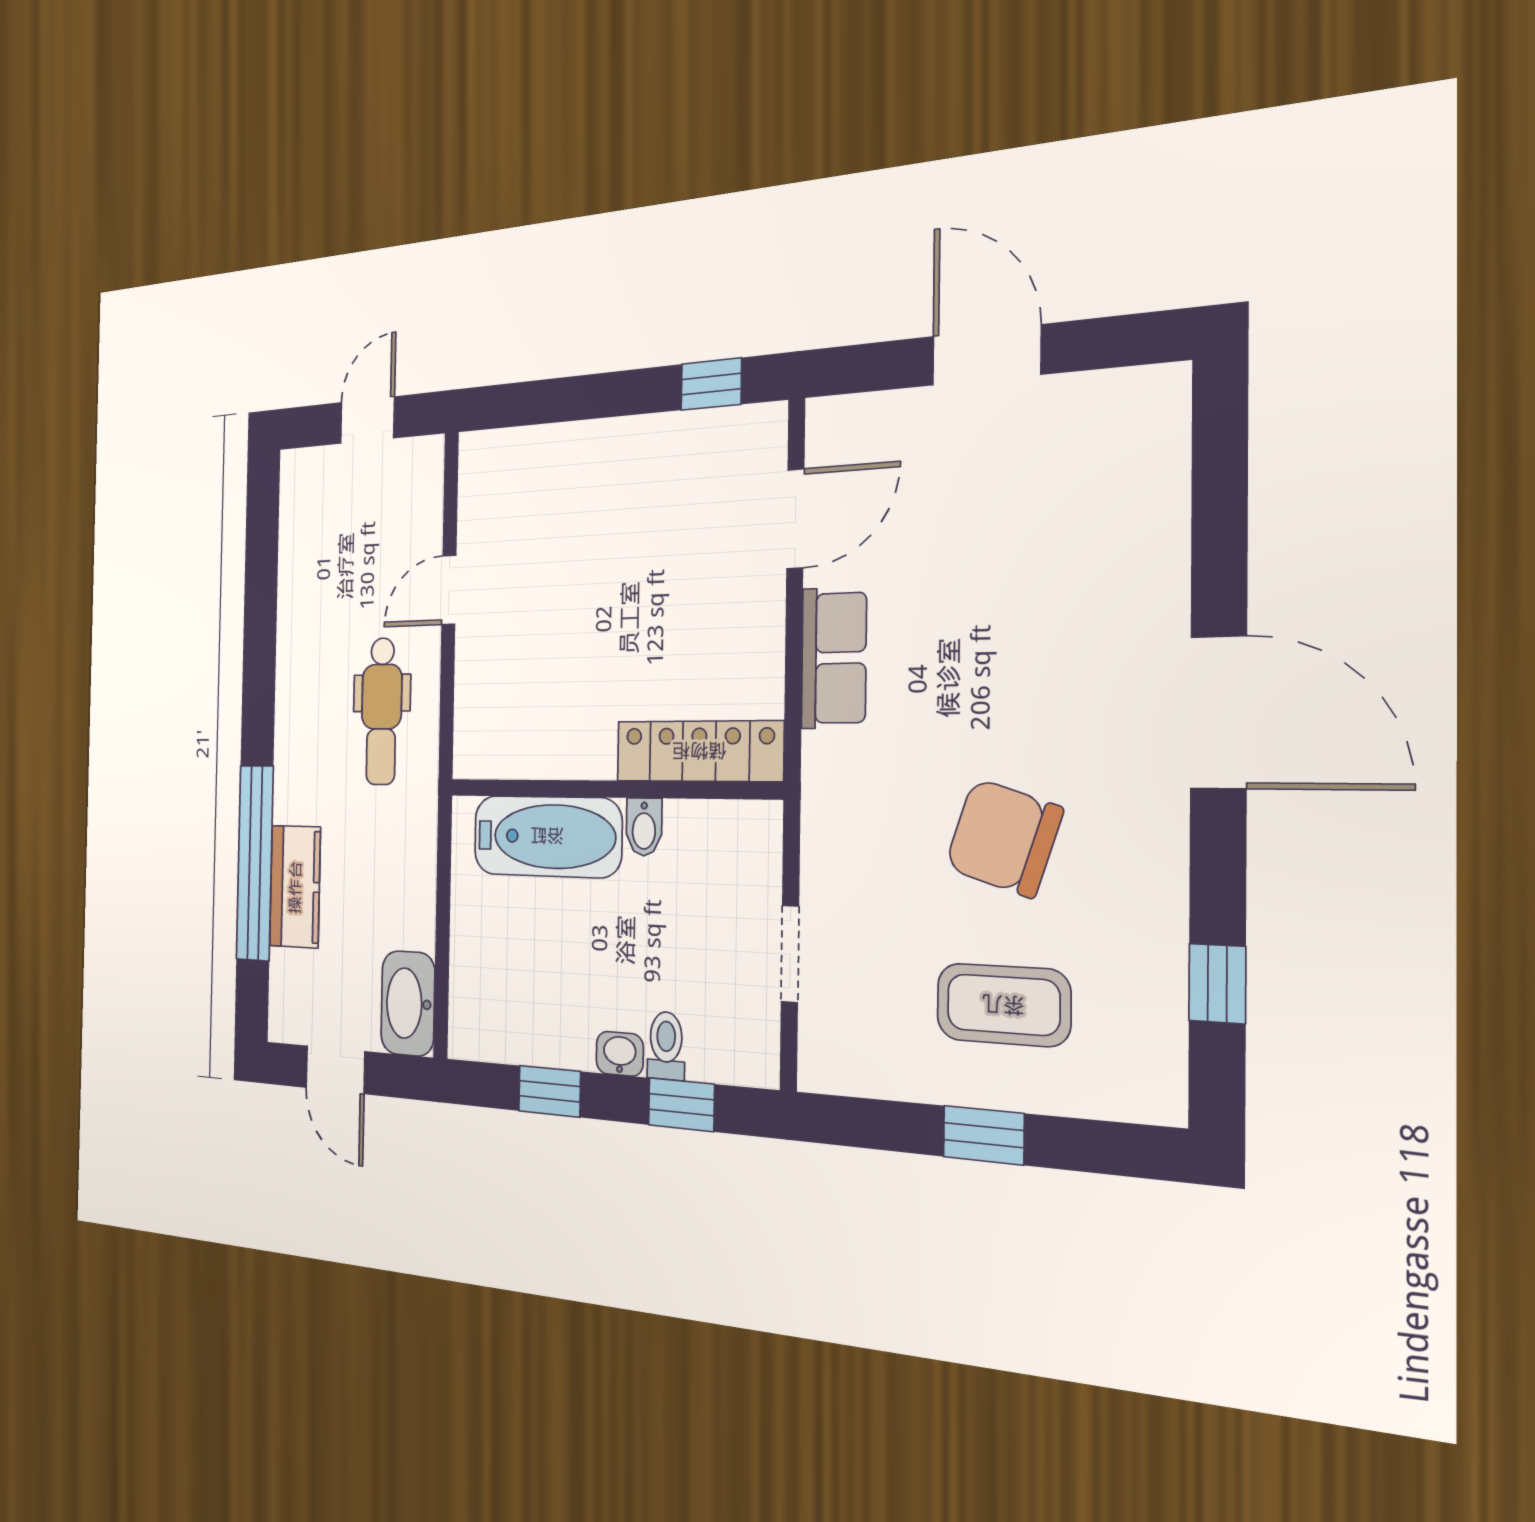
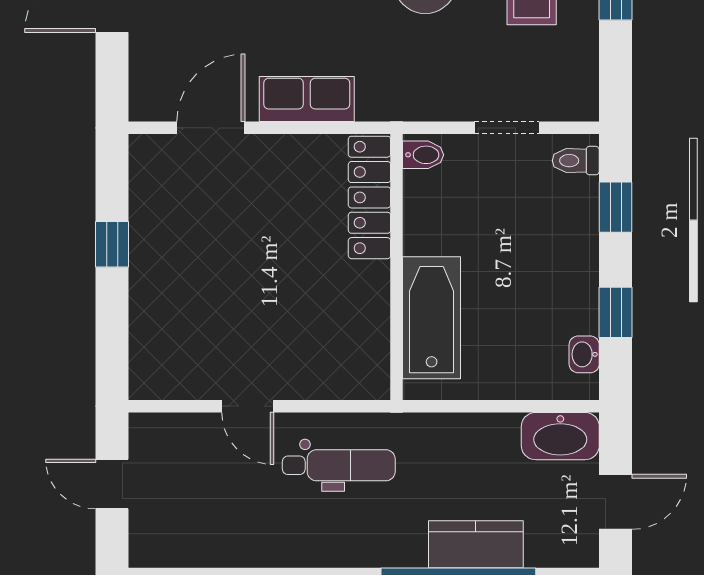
window: (711, 384) -> (112, 244), moved
door: (795, 519) -> (211, 128), hinge flipped
bidet: (644, 827) -> (423, 155), moved
toilet: (666, 1046) -> (576, 161), moved
washbasin: (620, 1054) -> (584, 354), moved

